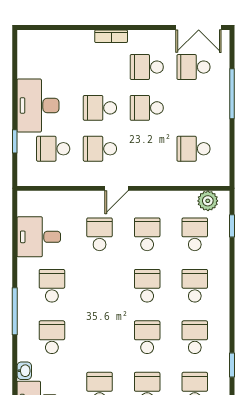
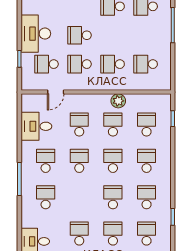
school desk: (147, 108) -> (113, 64), moved
door: (116, 188) -> (56, 92), moved
plant: (208, 201) -> (118, 101), moved
school desk: (100, 286) -> (79, 161), added
washbasin: (24, 371) -> (26, 221), removed

